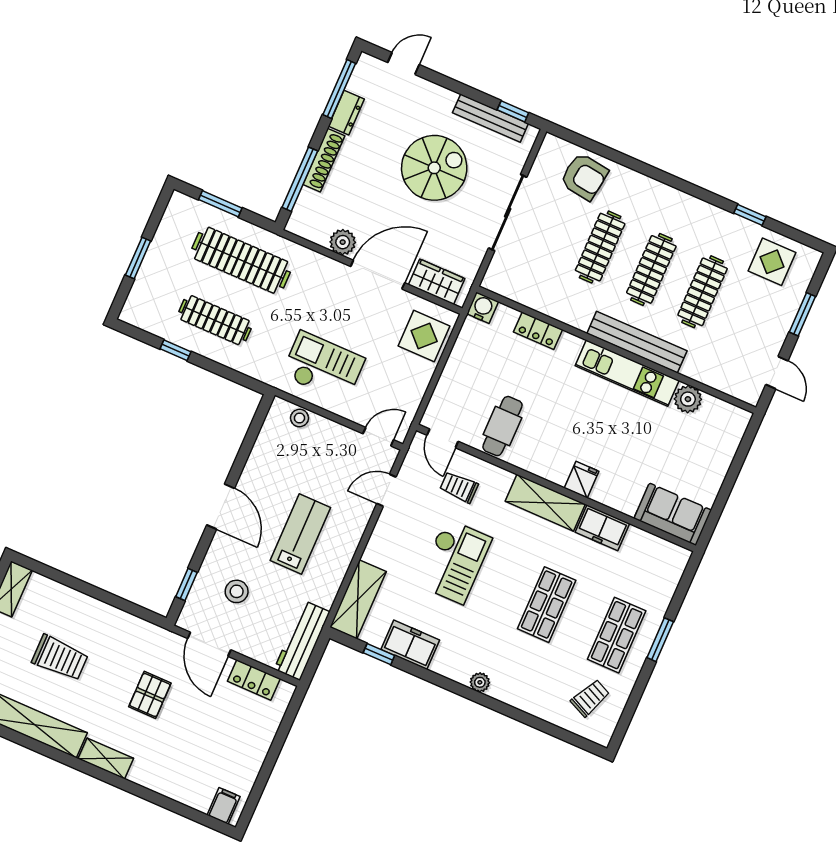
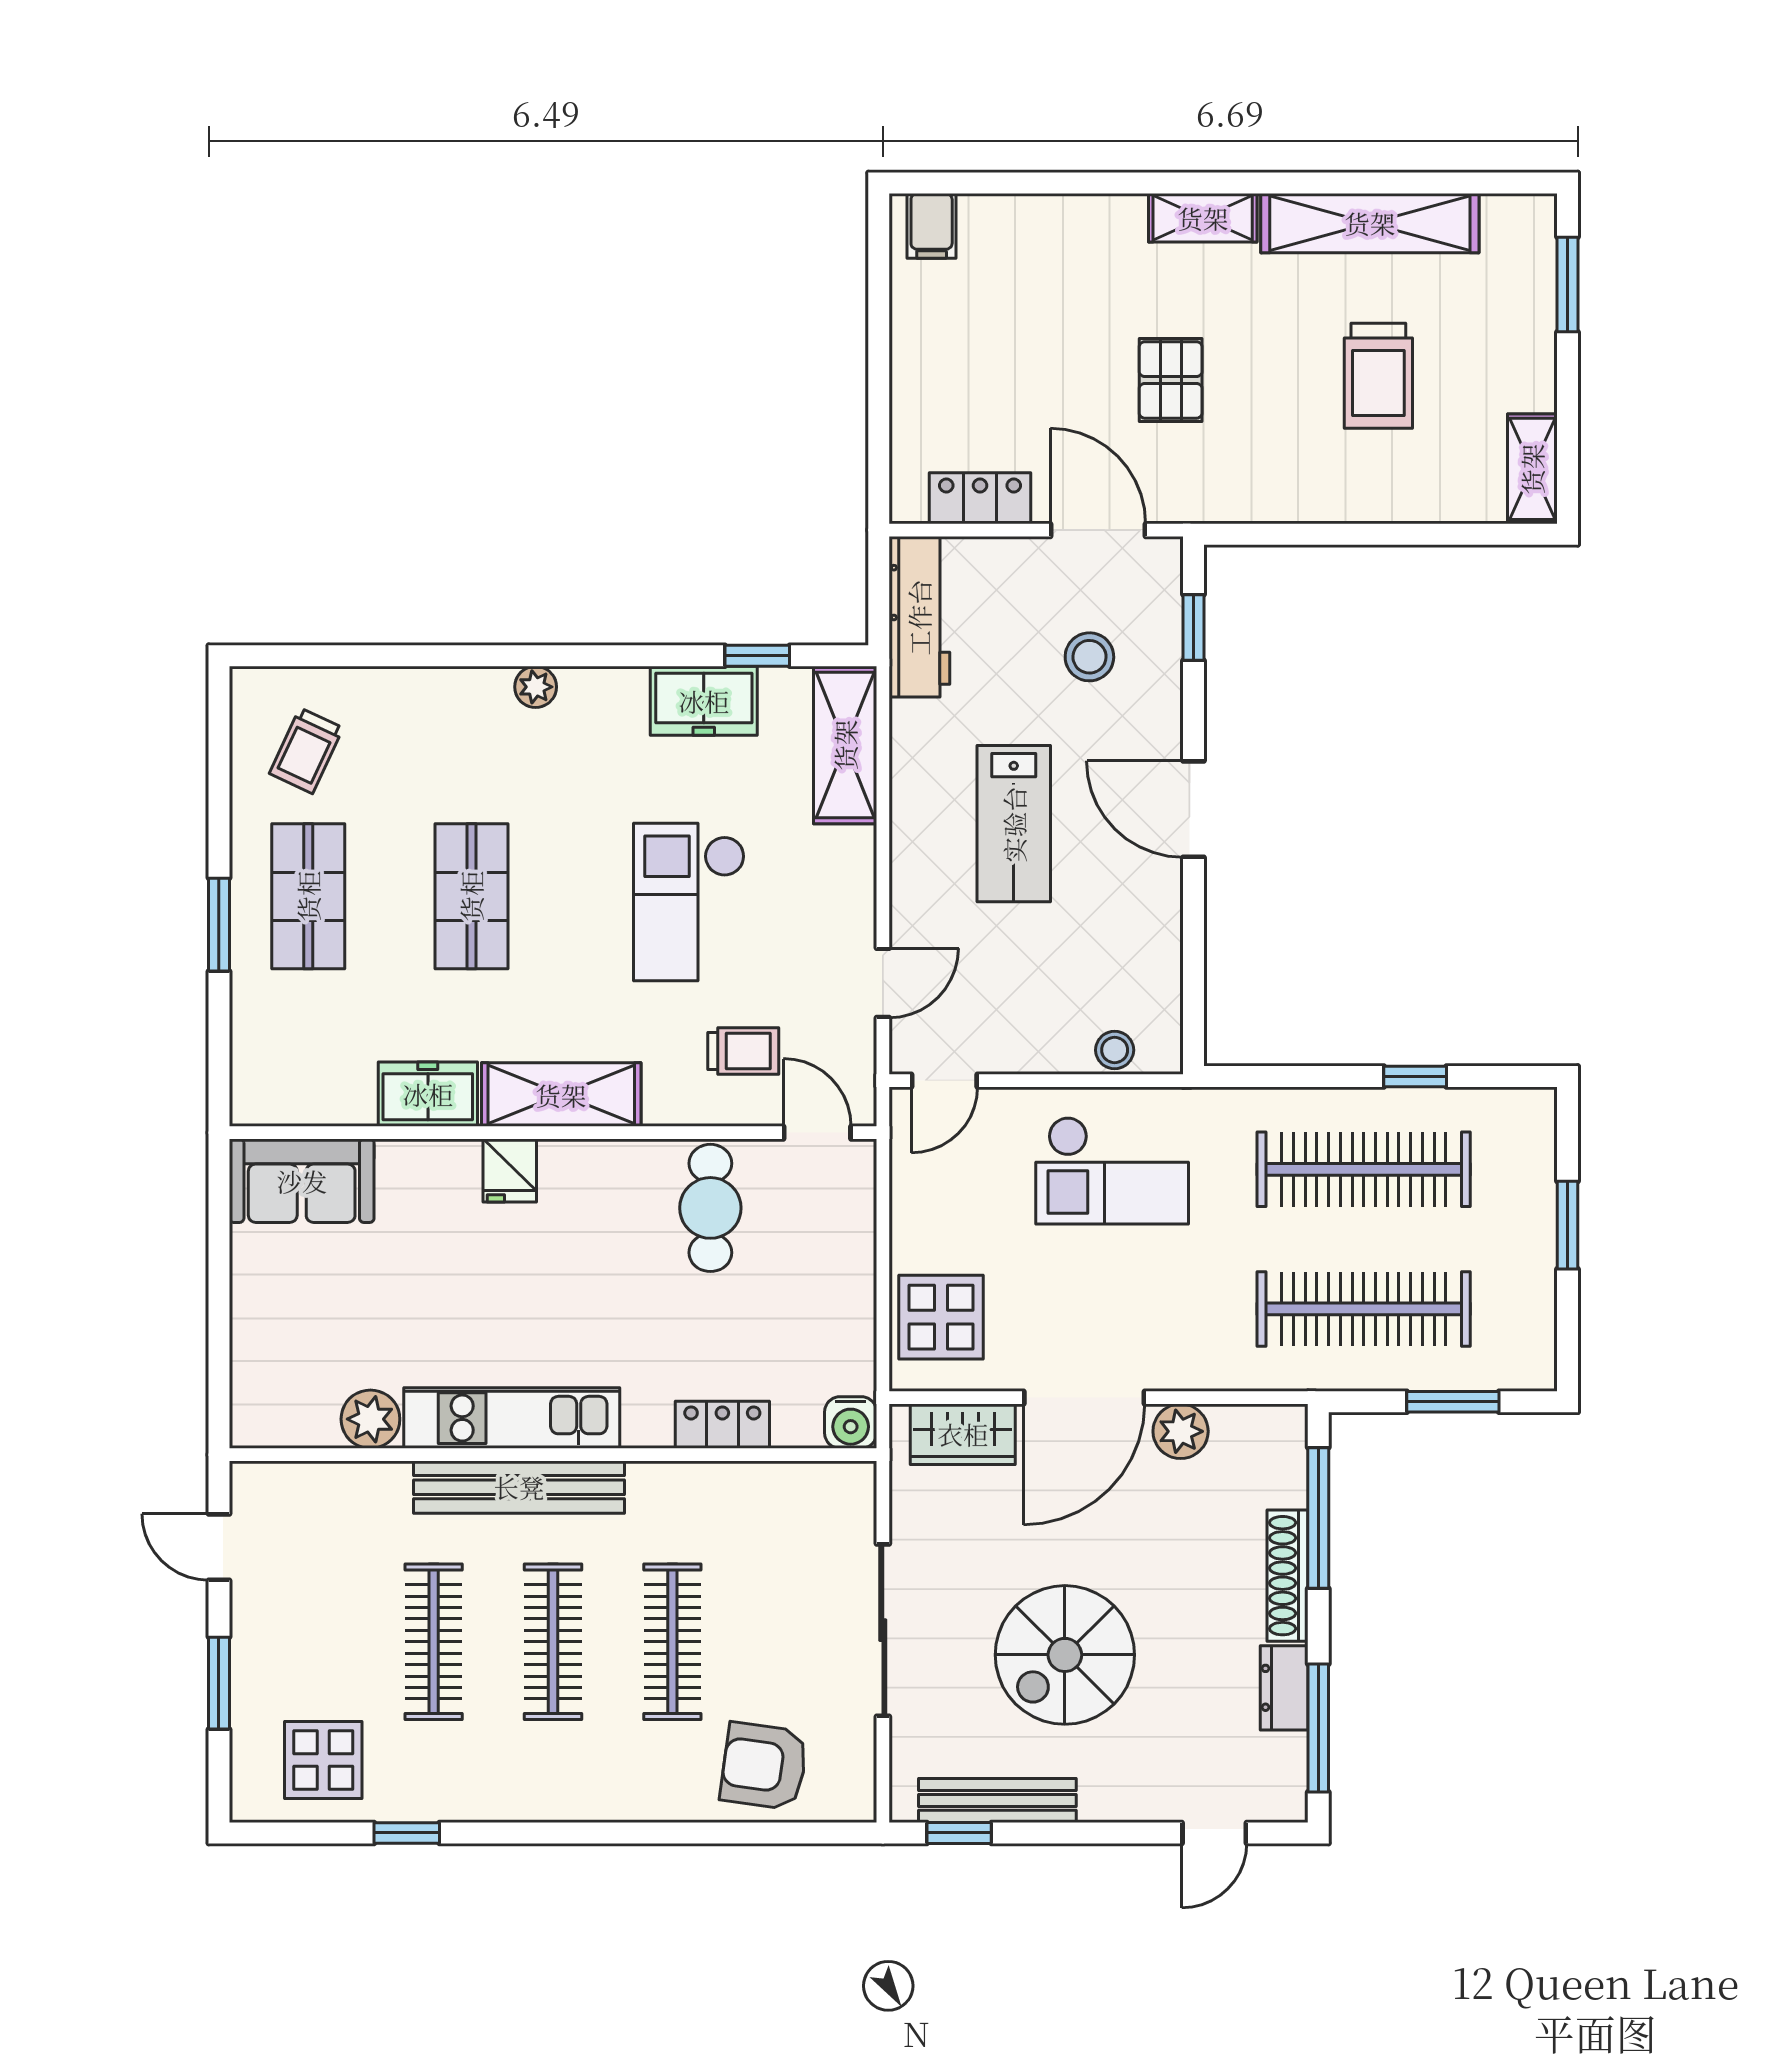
clothes rail: (215, 320) -> (1364, 1169), width x1.37, depth x1.31
trolley: (60, 658) -> (1378, 376), turned -90

